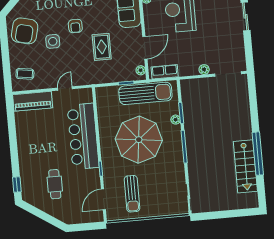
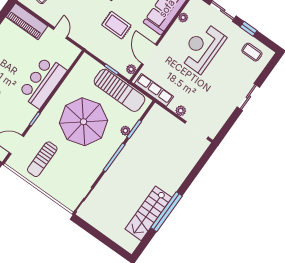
rug: (102, 47) -> (116, 25), turned 90
door: (145, 48) -> (149, 55), swing flipped
row of seats: (165, 72) -> (154, 90), width x1.48
door: (65, 88) -> (60, 33), hinge flipped
bar counter: (83, 136) -> (43, 82), width x0.73

